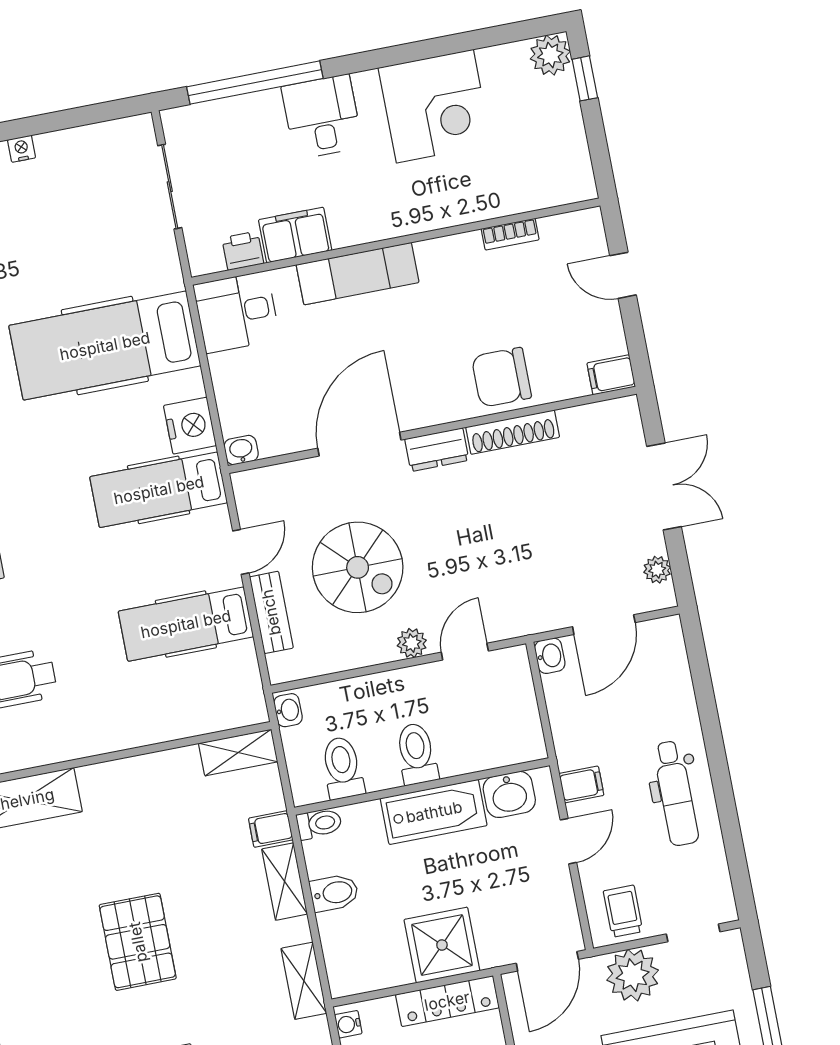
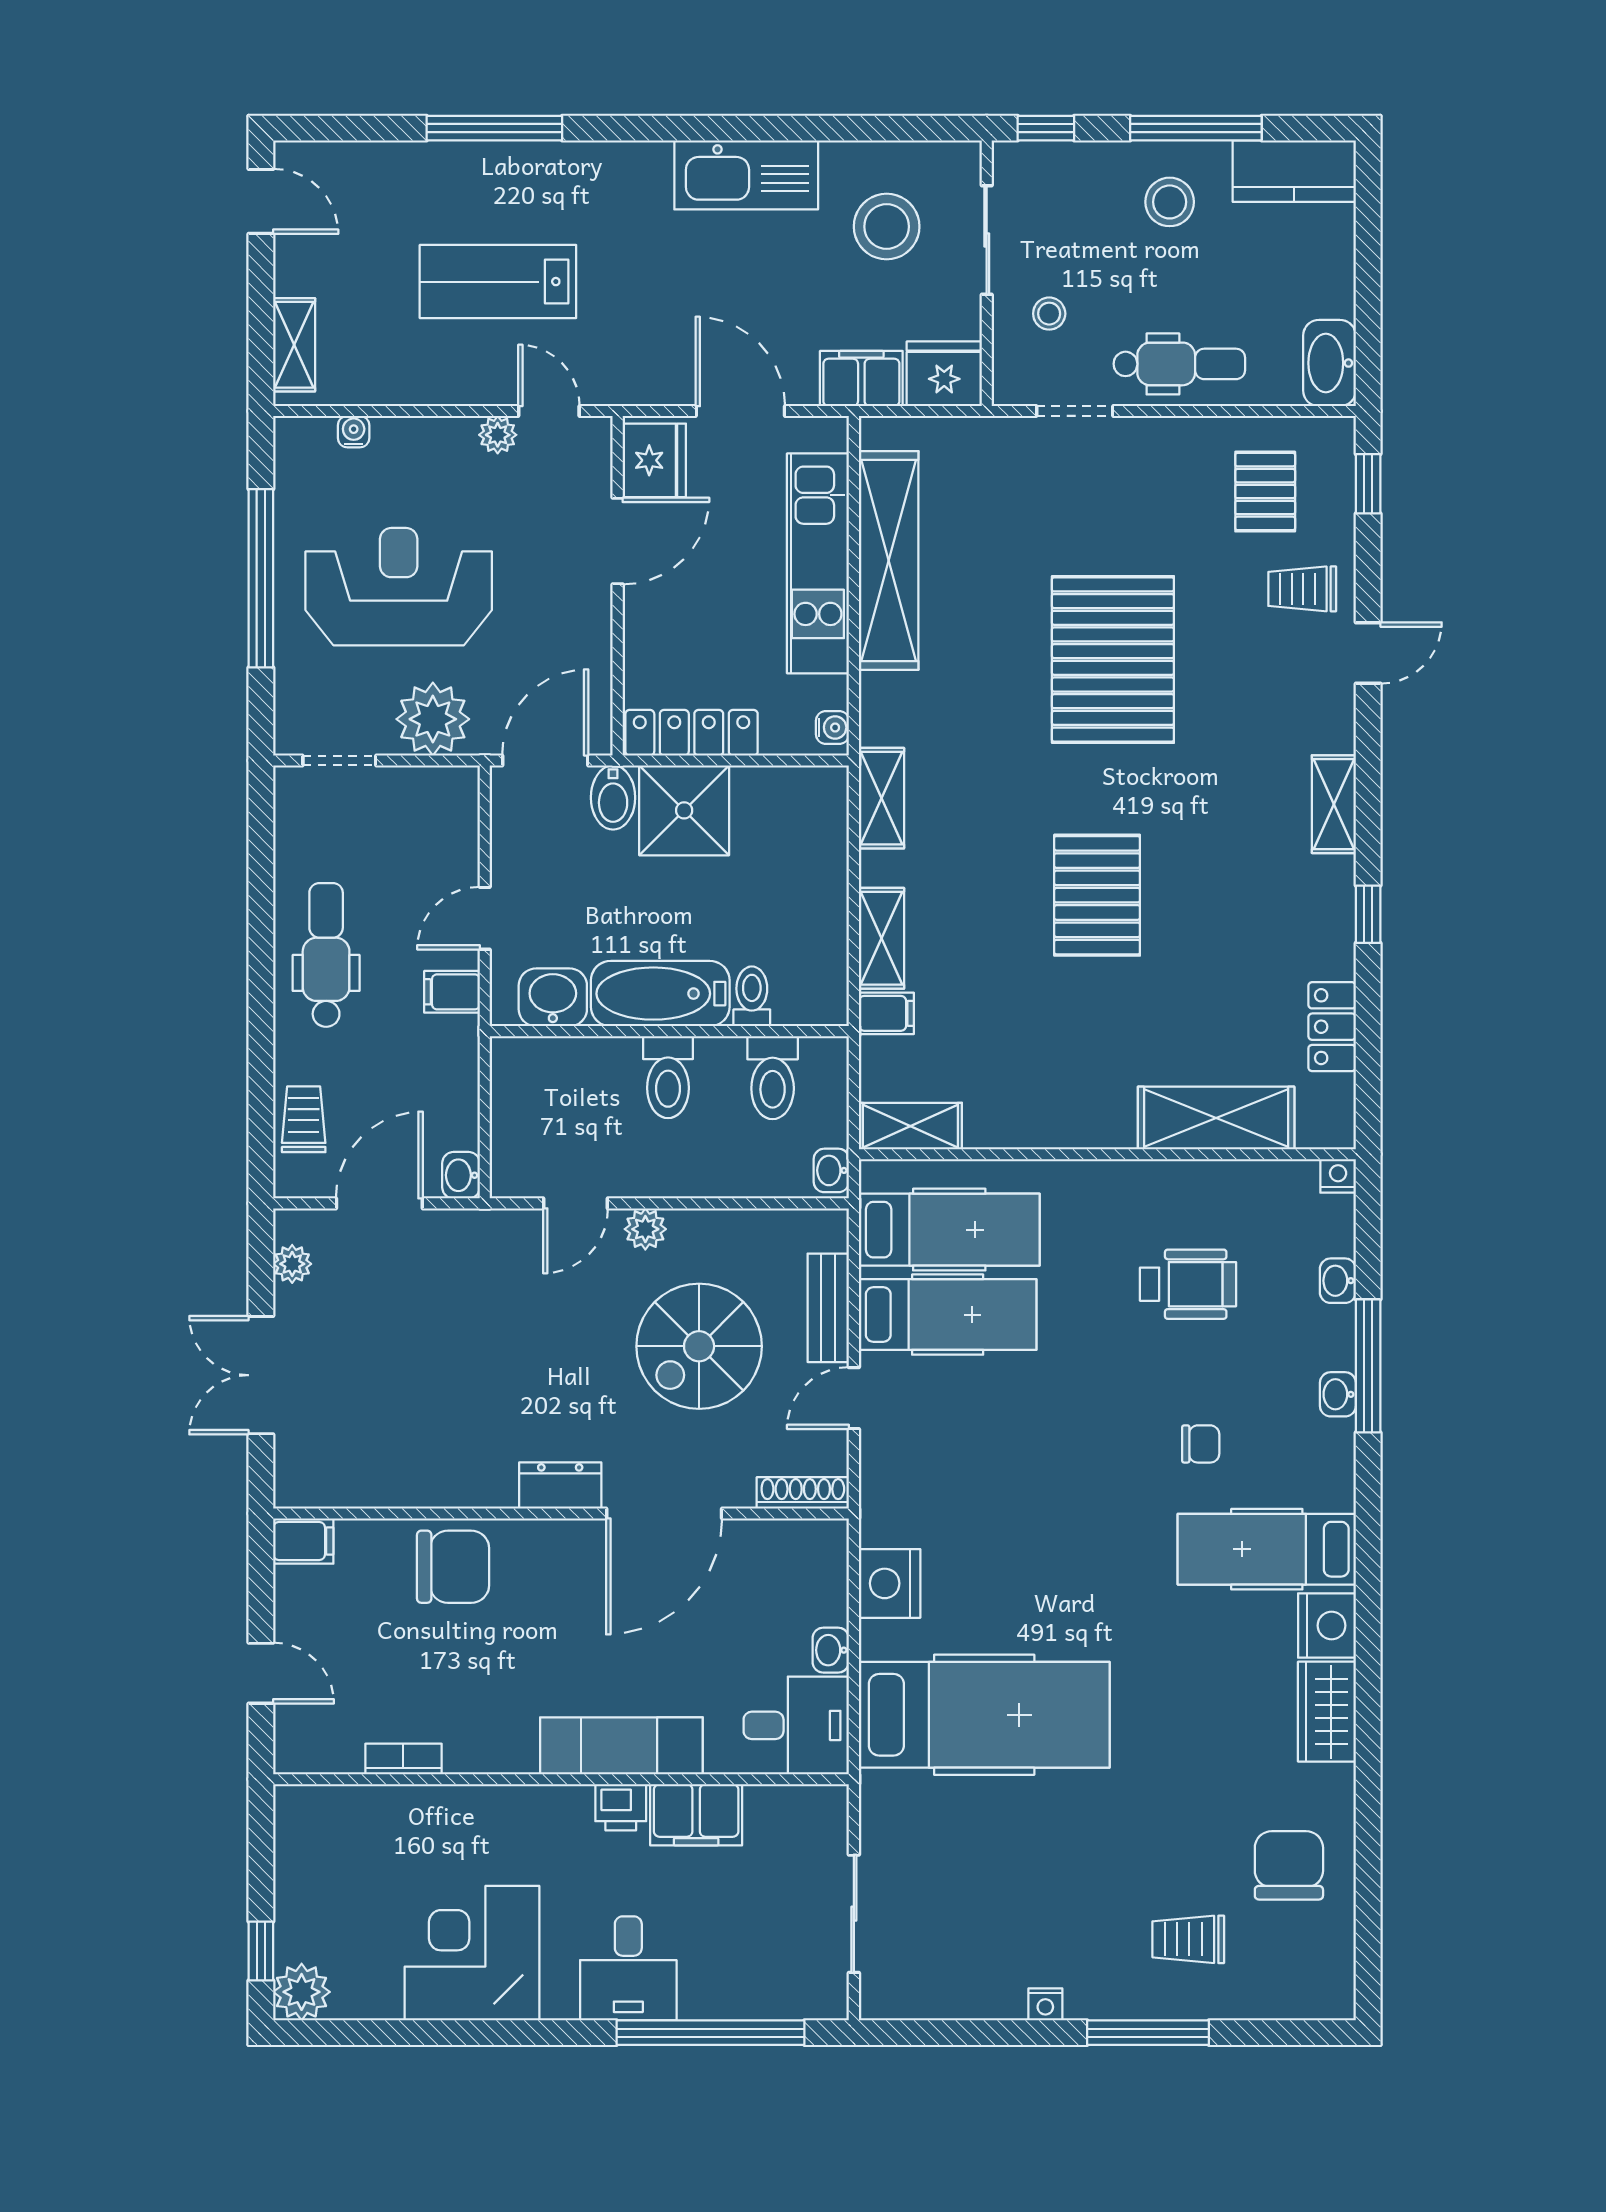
printer: (243, 251) -> (621, 1807), moved
shoe rack: (513, 432) -> (803, 1493), moved, width x0.74, depth x0.81
washbasin: (241, 450) -> (831, 1650), moved, turned 90
hospital bed: (159, 490) -> (949, 1230), moved
spiral stairs: (358, 567) -> (699, 1346), turned -90
toilet: (319, 824) -> (752, 996), moved, turned 90
bidet: (334, 893) -> (613, 798), moved, turned -90
trolley: (623, 911) -> (304, 1119), moved, turned 180

